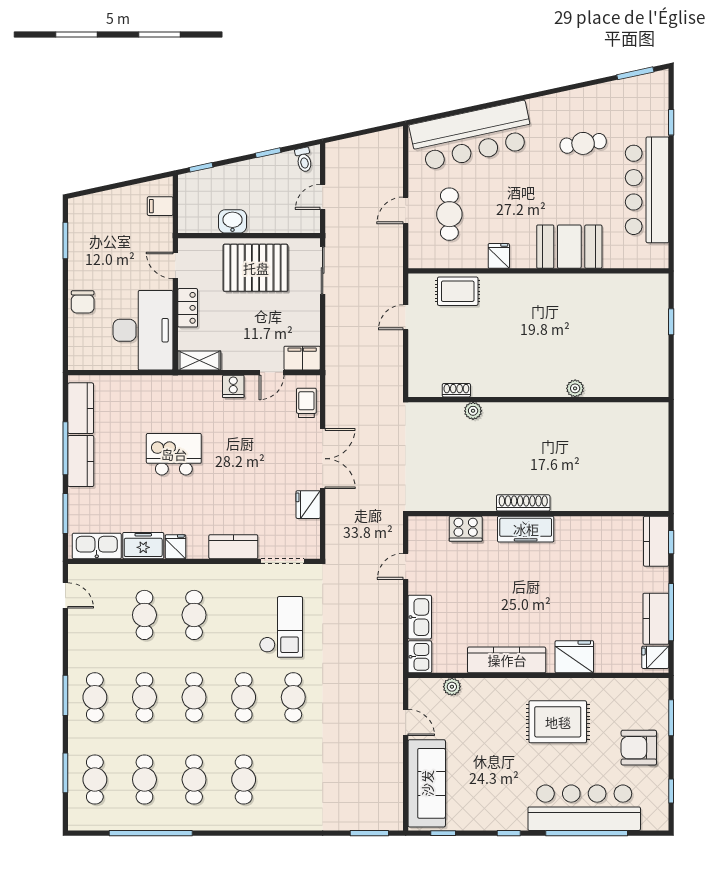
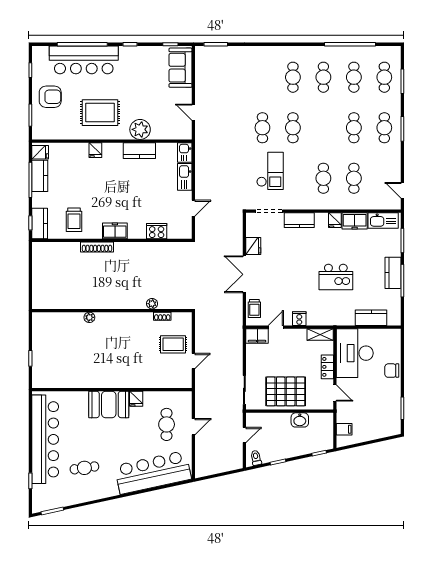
bar counter: (647, 190) -> (45, 439), width x1.36
booth: (569, 247) -> (109, 404), moved
rug: (458, 291) -> (173, 344), moved
chair: (83, 302) -> (392, 371), turned -90
kitchen counter: (81, 408) -> (371, 318), moved, turned 90
shoe rack: (523, 503) -> (97, 247), moved
freezer: (526, 529) -> (115, 231), width x0.71
trolley: (600, 547) -> (74, 220), added
checkout: (281, 627) -> (270, 171), turned 180
fridge: (574, 657) -> (95, 150), width x0.53, depth x0.75
kitchen counter: (507, 660) -> (139, 151), width x0.67
plant: (452, 687) -> (140, 129), moved, width x1.87, depth x1.87
cafe table: (194, 697) -> (323, 128), removed
sofa: (427, 783) -> (180, 68), width x0.73

